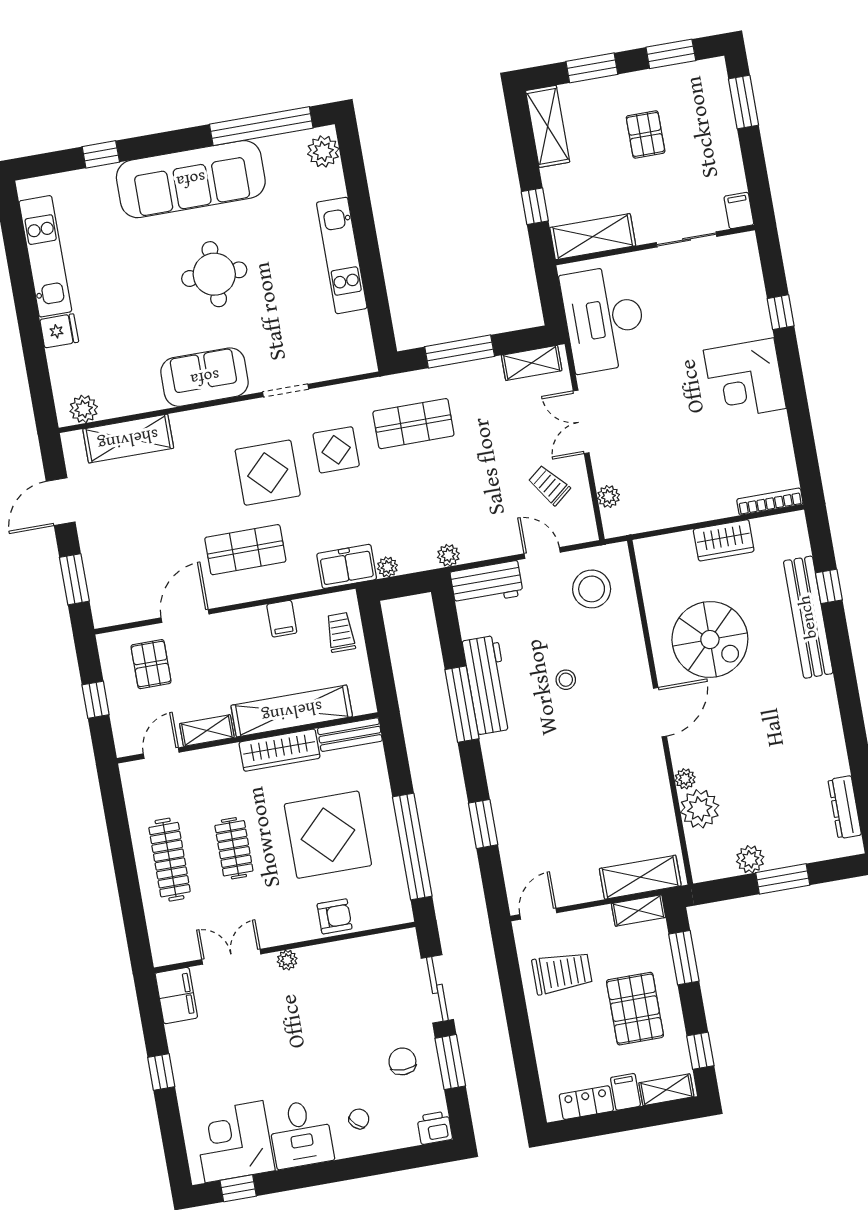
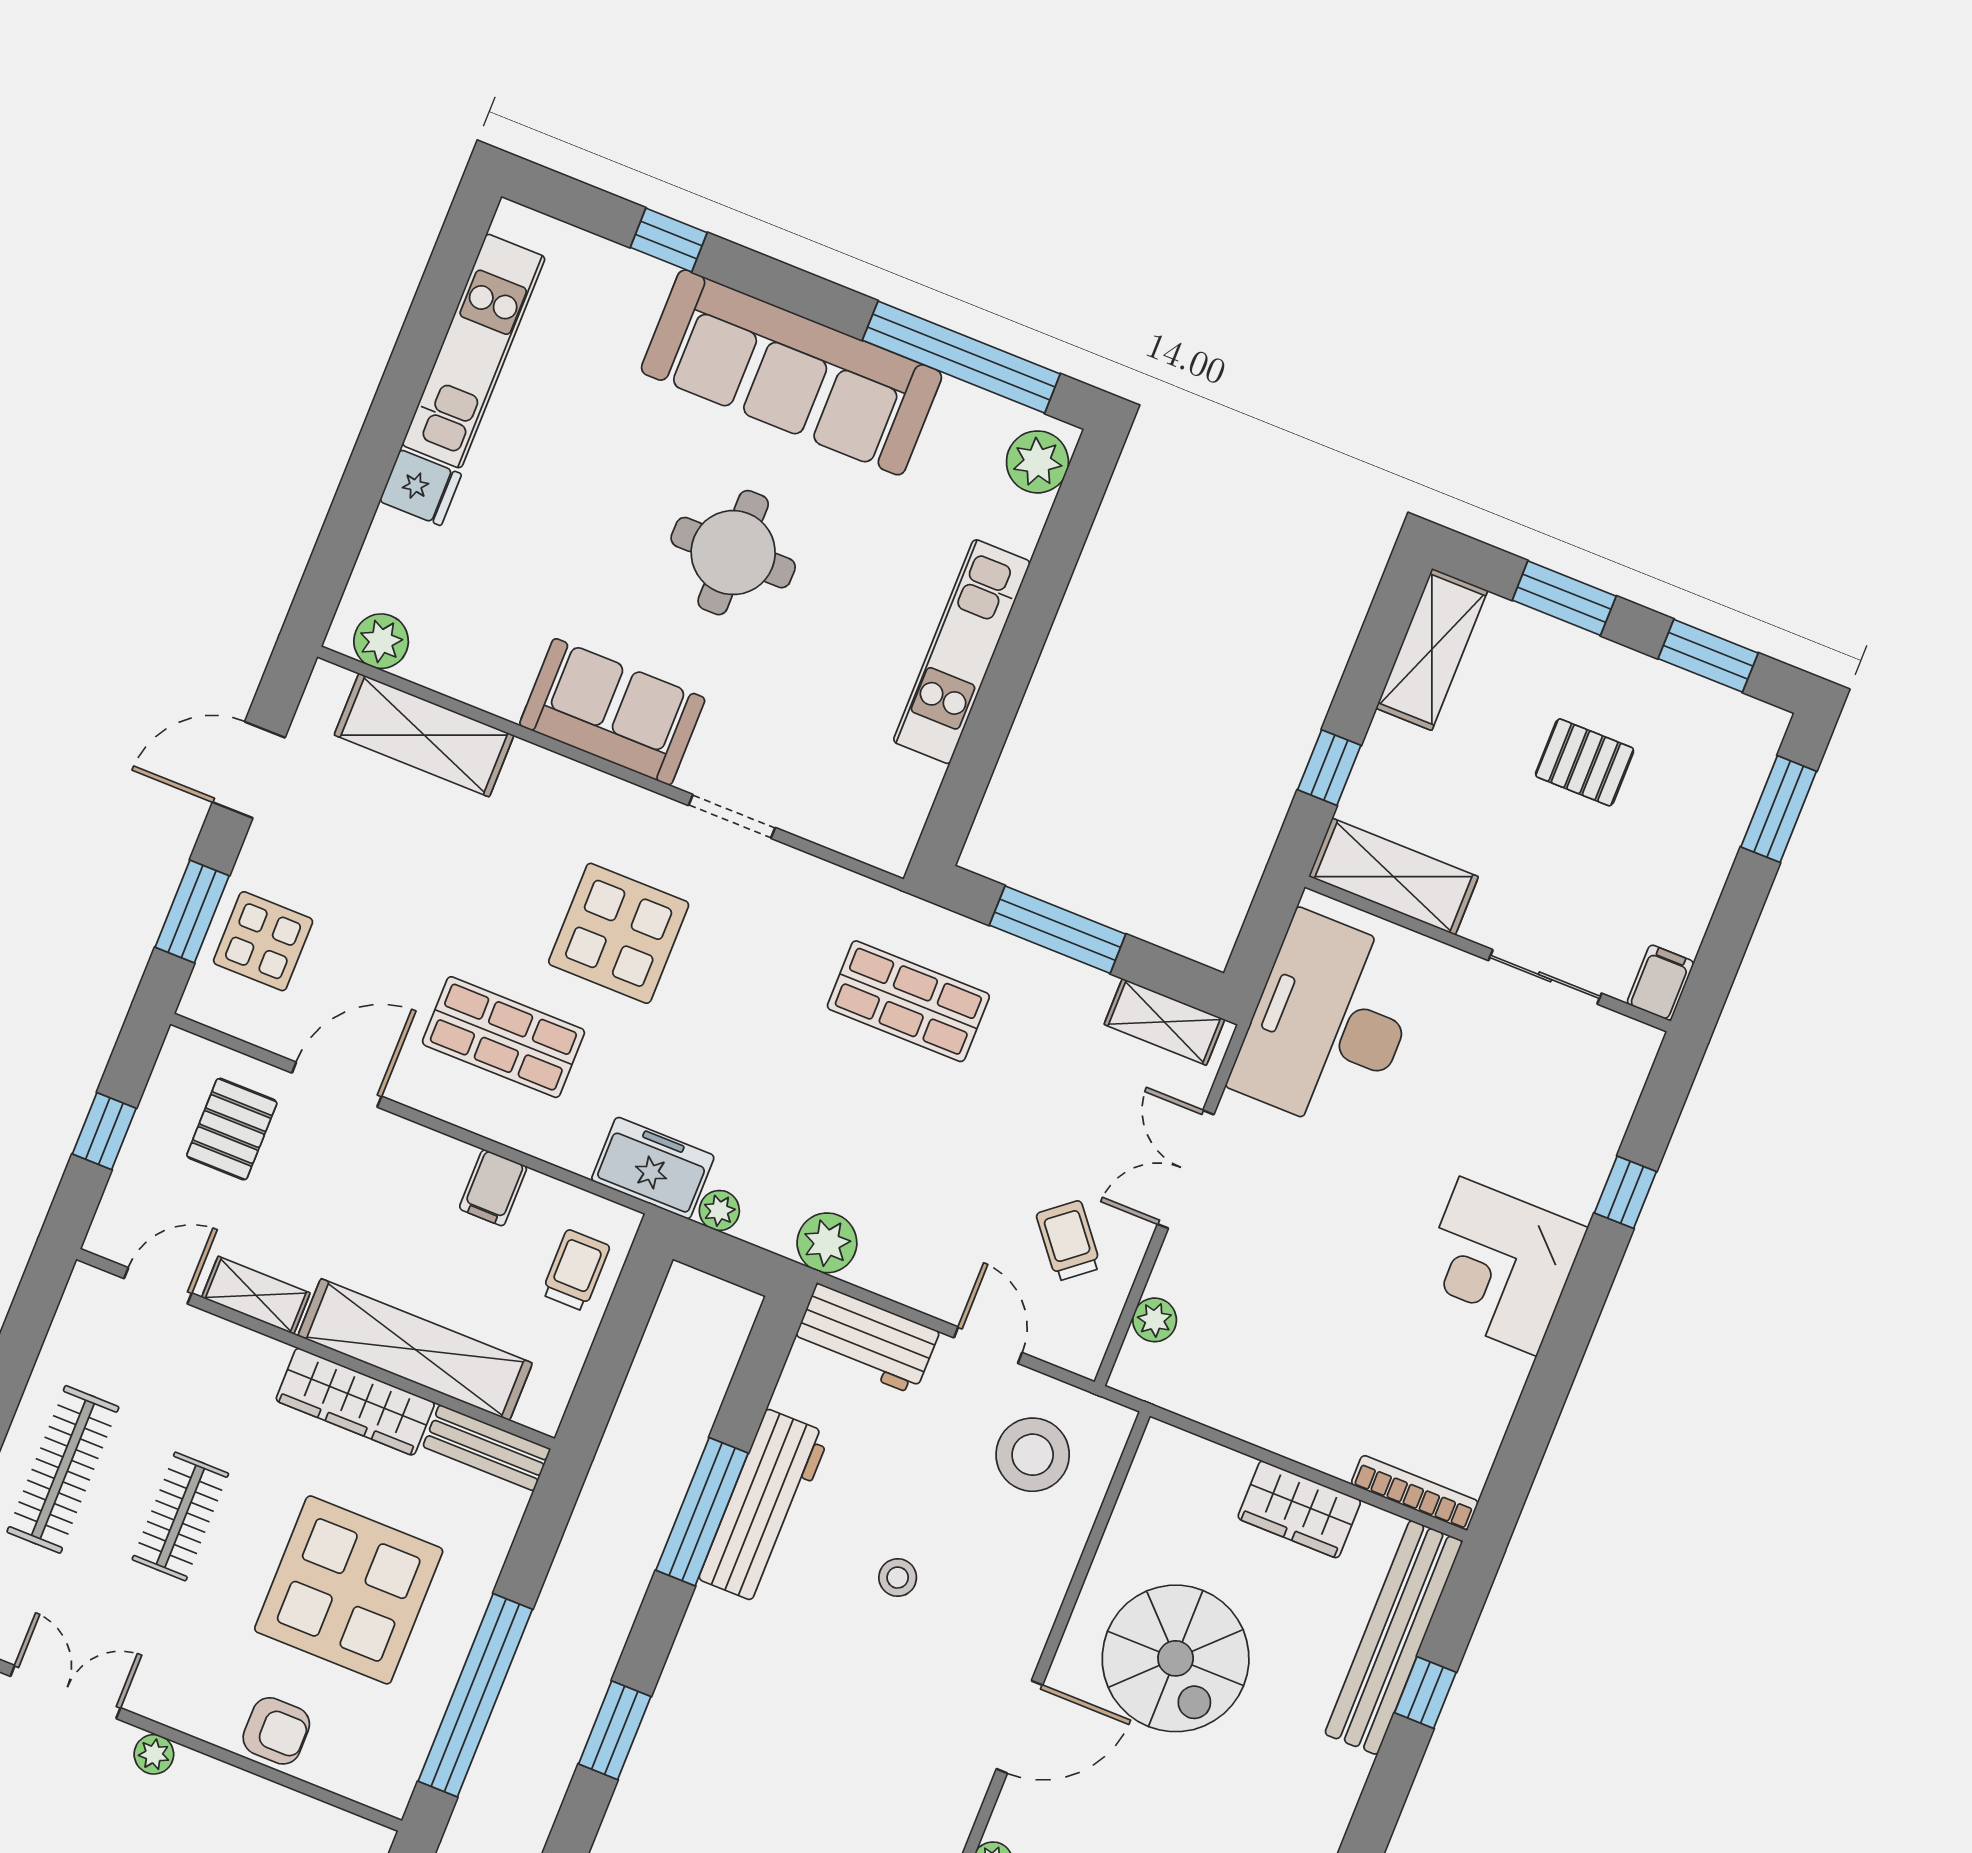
pallet: (646, 134) -> (1585, 762), turned 90
display table: (336, 450) -> (263, 941), moved
plant: (448, 555) -> (827, 1243), width x1.38, depth x1.38
bench: (808, 617) -> (1394, 1637), moved

